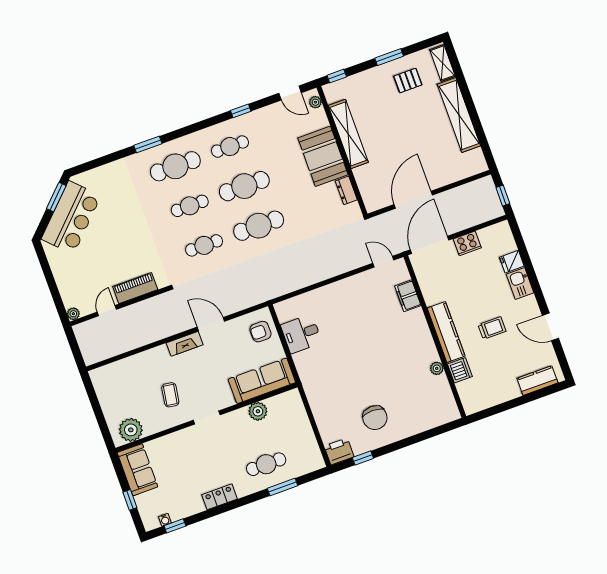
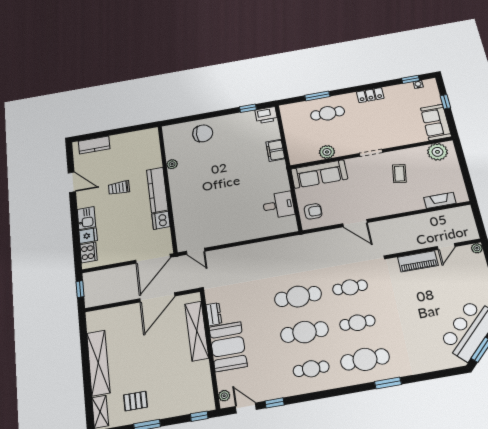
window: (241, 111) -> (275, 403), moved
shelving: (348, 134) -> (197, 331), moved
cooker: (467, 243) -> (89, 252), moved, turned 90
filing cabinet: (408, 296) -> (275, 150), moved, turned 180
fireplace: (185, 344) -> (440, 200), moved
dishwasher: (460, 370) -> (161, 220), moved
chair: (375, 418) -> (203, 133), moved, turned 90

